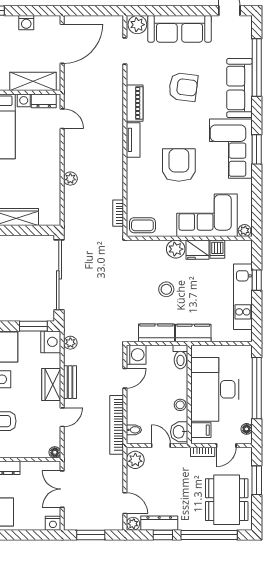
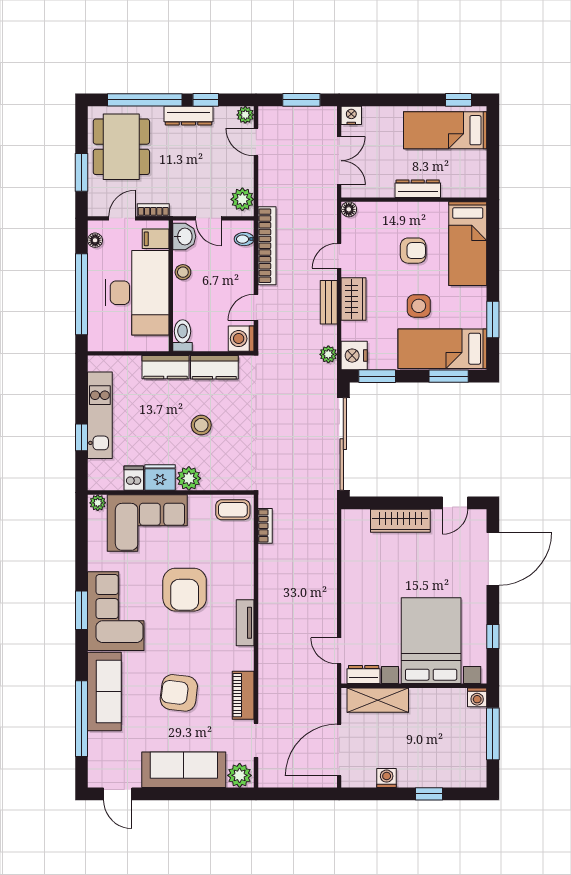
piano: (135, 103) -> (243, 695), moved
plant: (70, 179) -> (328, 572), removed
dresser: (159, 523) -> (189, 116), moved

